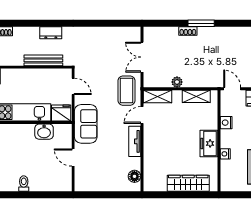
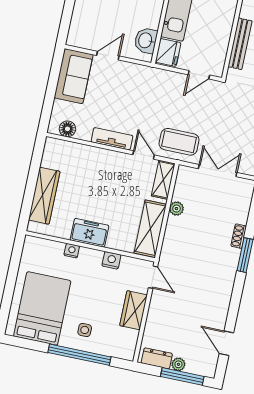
door: (232, 89) -> (153, 277), hinge flipped
shelving: (196, 96) -> (150, 229), width x1.50, depth x1.33
sofa: (86, 124) -> (74, 76), moved, turned -90
washbasin: (44, 132) -> (146, 40), moved

